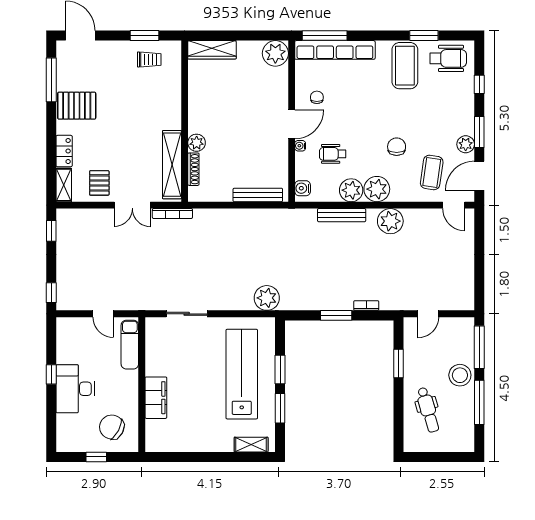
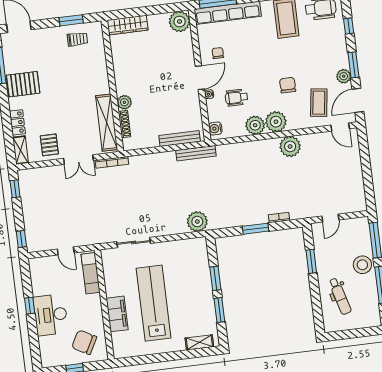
bench: (342, 215) -> (196, 153), moved
lab bench: (242, 374) -> (154, 303), moved

